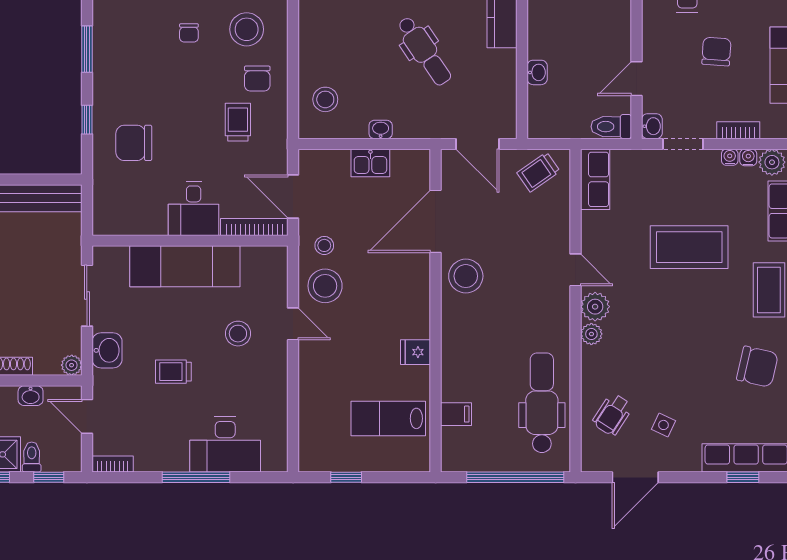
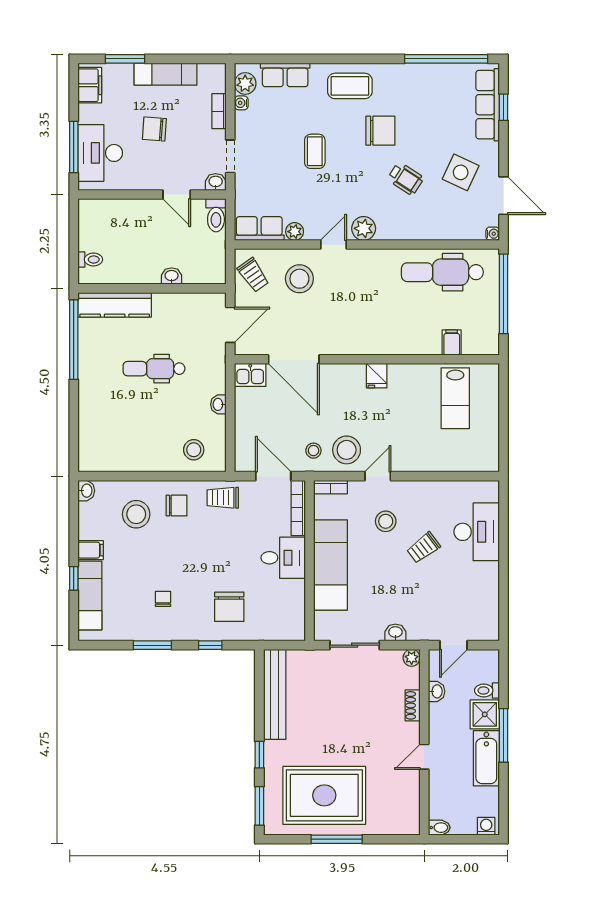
chair: (189, 33) -> (163, 599), moved, turned -90
dental chair: (424, 51) -> (154, 369), turned -146
trolley: (238, 122) -> (223, 498), moved
water cooler: (730, 157) -> (493, 234), moved, turned 180
kitchen sink: (370, 163) -> (250, 375), moved, turned 90
door: (293, 196) -> (273, 476), swing flipped
coffee table: (689, 247) -> (315, 151), width x0.54, depth x0.58
stool: (466, 276) -> (299, 279), moved
plant: (591, 334) -> (295, 232), moved
washbasin: (107, 350) -> (395, 633), width x0.72, depth x0.69
fridge: (416, 352) -> (377, 376), moved
chair: (757, 367) -> (380, 131), moved, turned 77
trolley: (173, 372) -> (423, 548), moved, turned 53
wheelchair: (612, 415) -> (405, 179), moved
side table: (663, 425) -> (461, 172), width x1.87, depth x1.87
bookcase: (113, 464) -> (330, 487), moved, turned -90
window: (49, 477) -> (504, 676), removed
window: (196, 477) -> (504, 556), removed
window: (346, 477) -> (504, 433), removed

